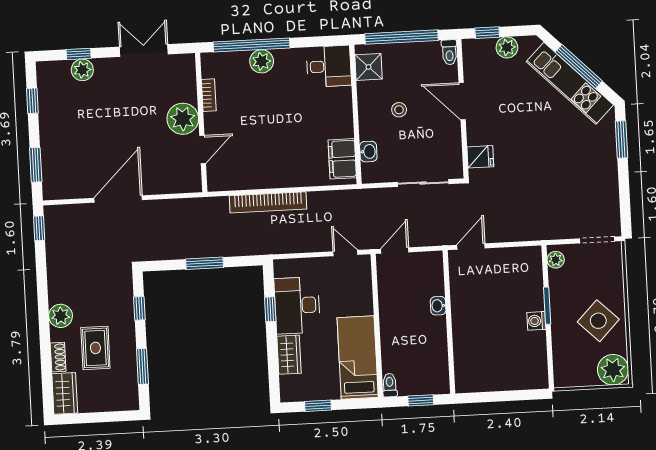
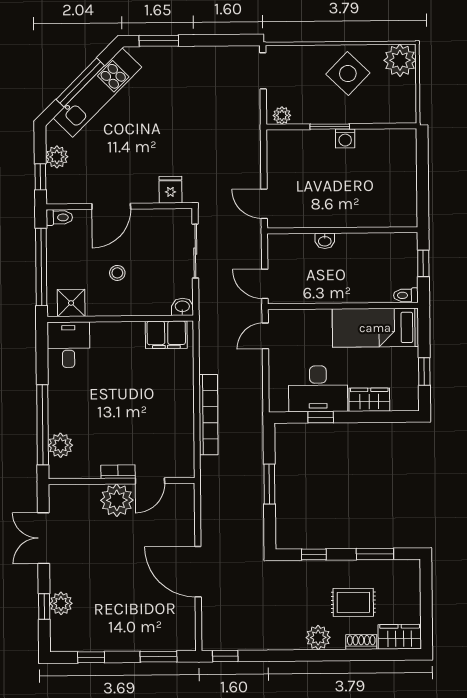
plant: (262, 61) -> (60, 445), moved
bookcase: (209, 95) -> (118, 472), moved
door: (203, 149) -> (150, 481), swing flipped
washbasin: (368, 152) -> (182, 307), moved

